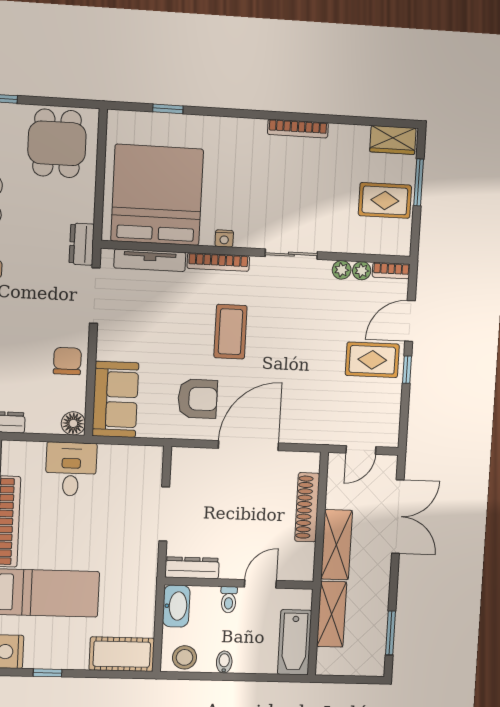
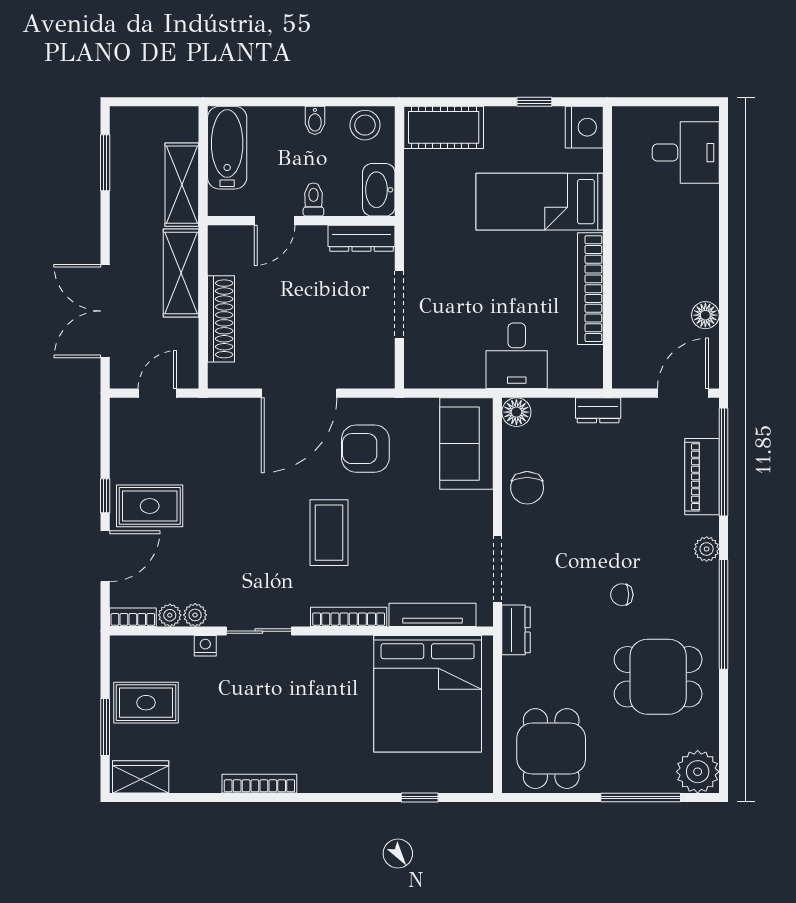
nightstand: (224, 238) -> (205, 646), moved

